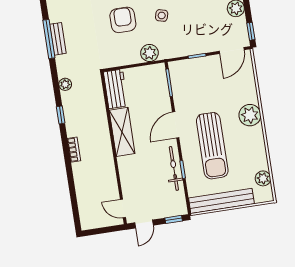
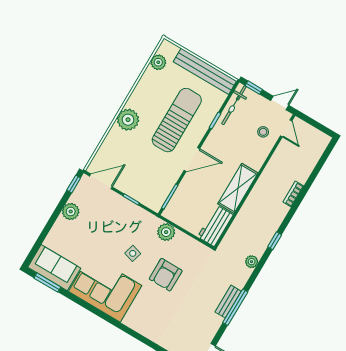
bookcase: (74, 150) -> (293, 194), moved
bicycle: (174, 168) -> (234, 105), moved
stool: (138, 191) -> (263, 132), added

